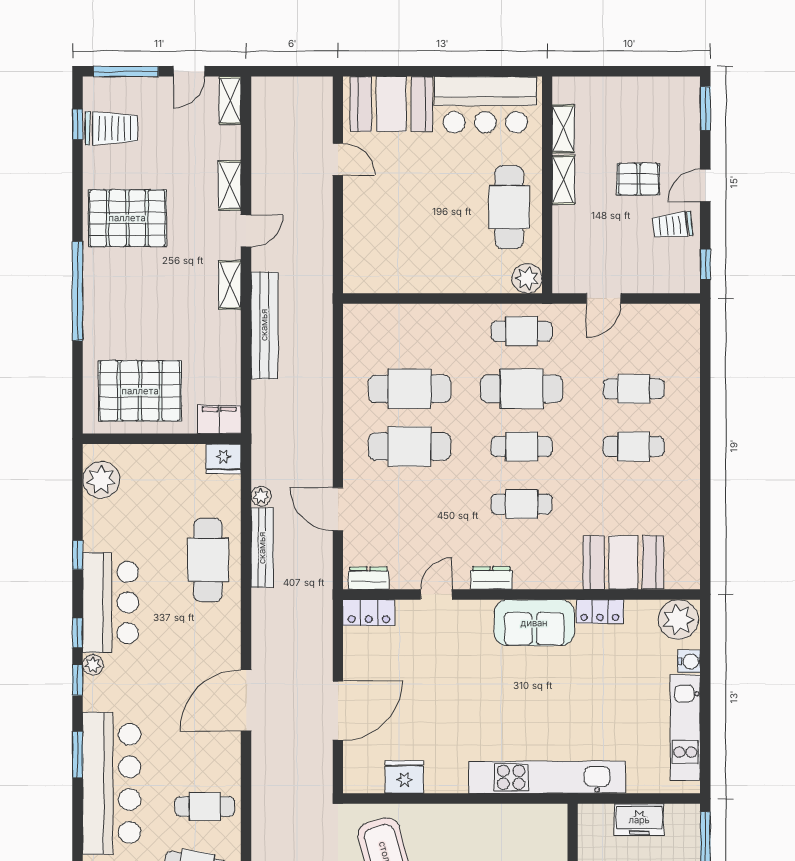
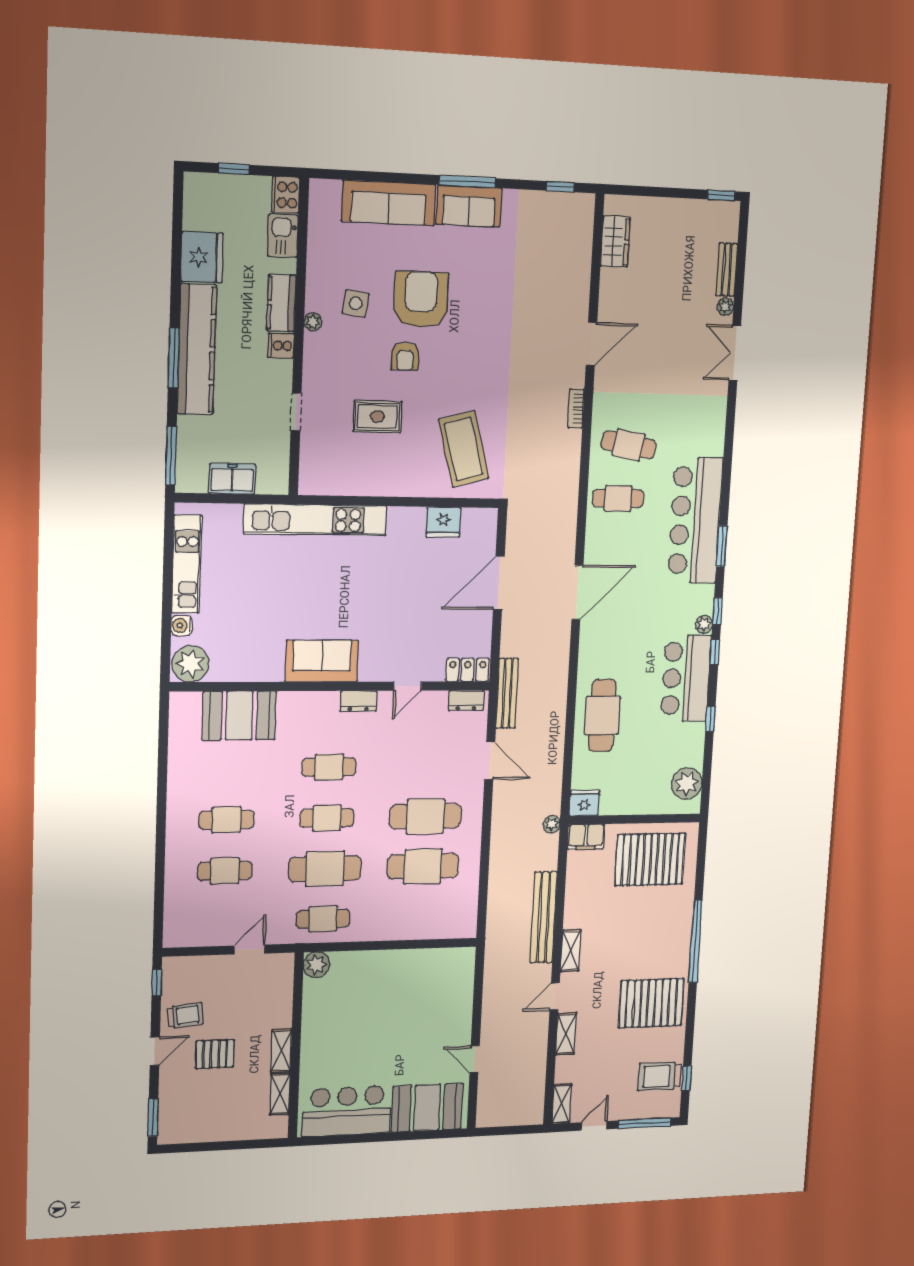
cafe table: (509, 207) -> (330, 1025), removed
plant: (261, 496) -> (552, 824), moved
bench: (262, 548) -> (507, 693), moved
locker: (600, 611) -> (262, 671), removed

